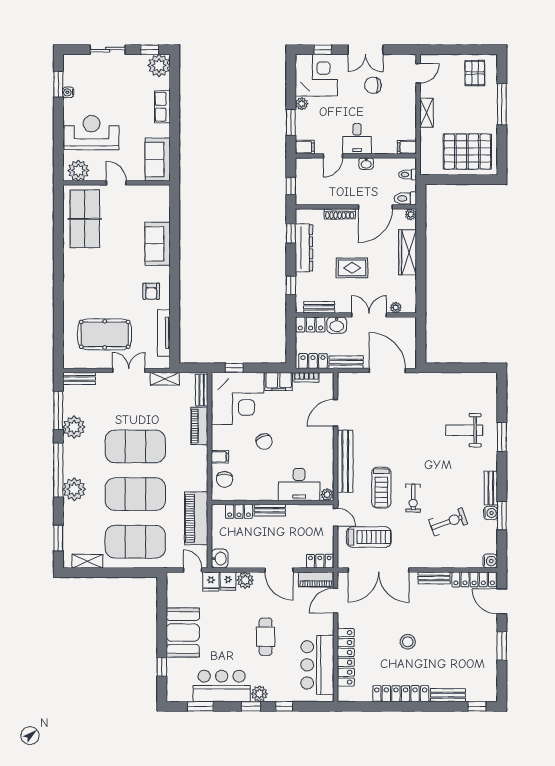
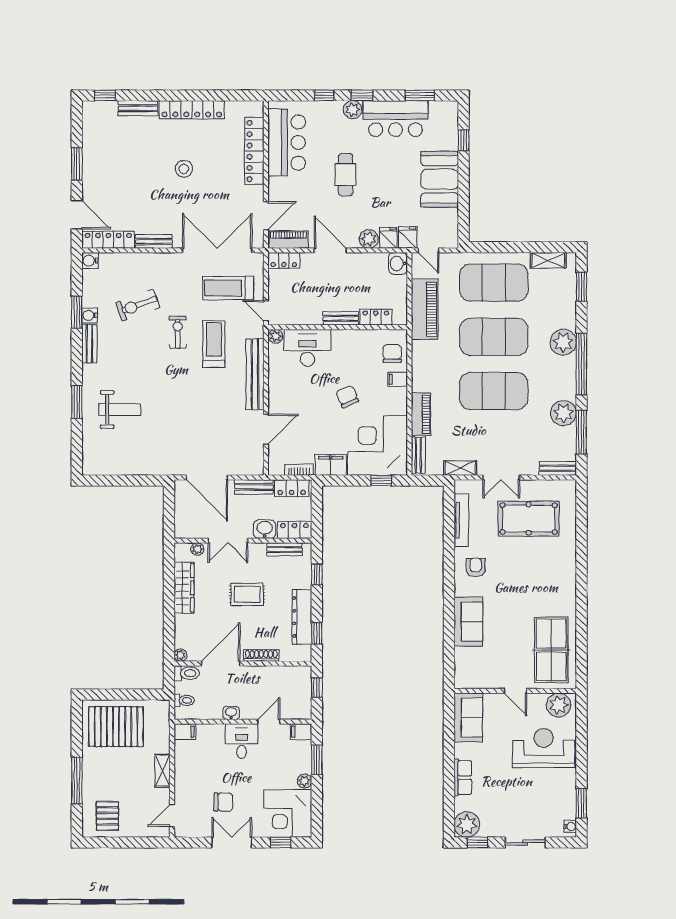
water cooler: (68, 92) -> (570, 826), moved
reception desk: (91, 133) -> (544, 748), turned 180
wardrobe: (408, 252) -> (184, 588), moved

